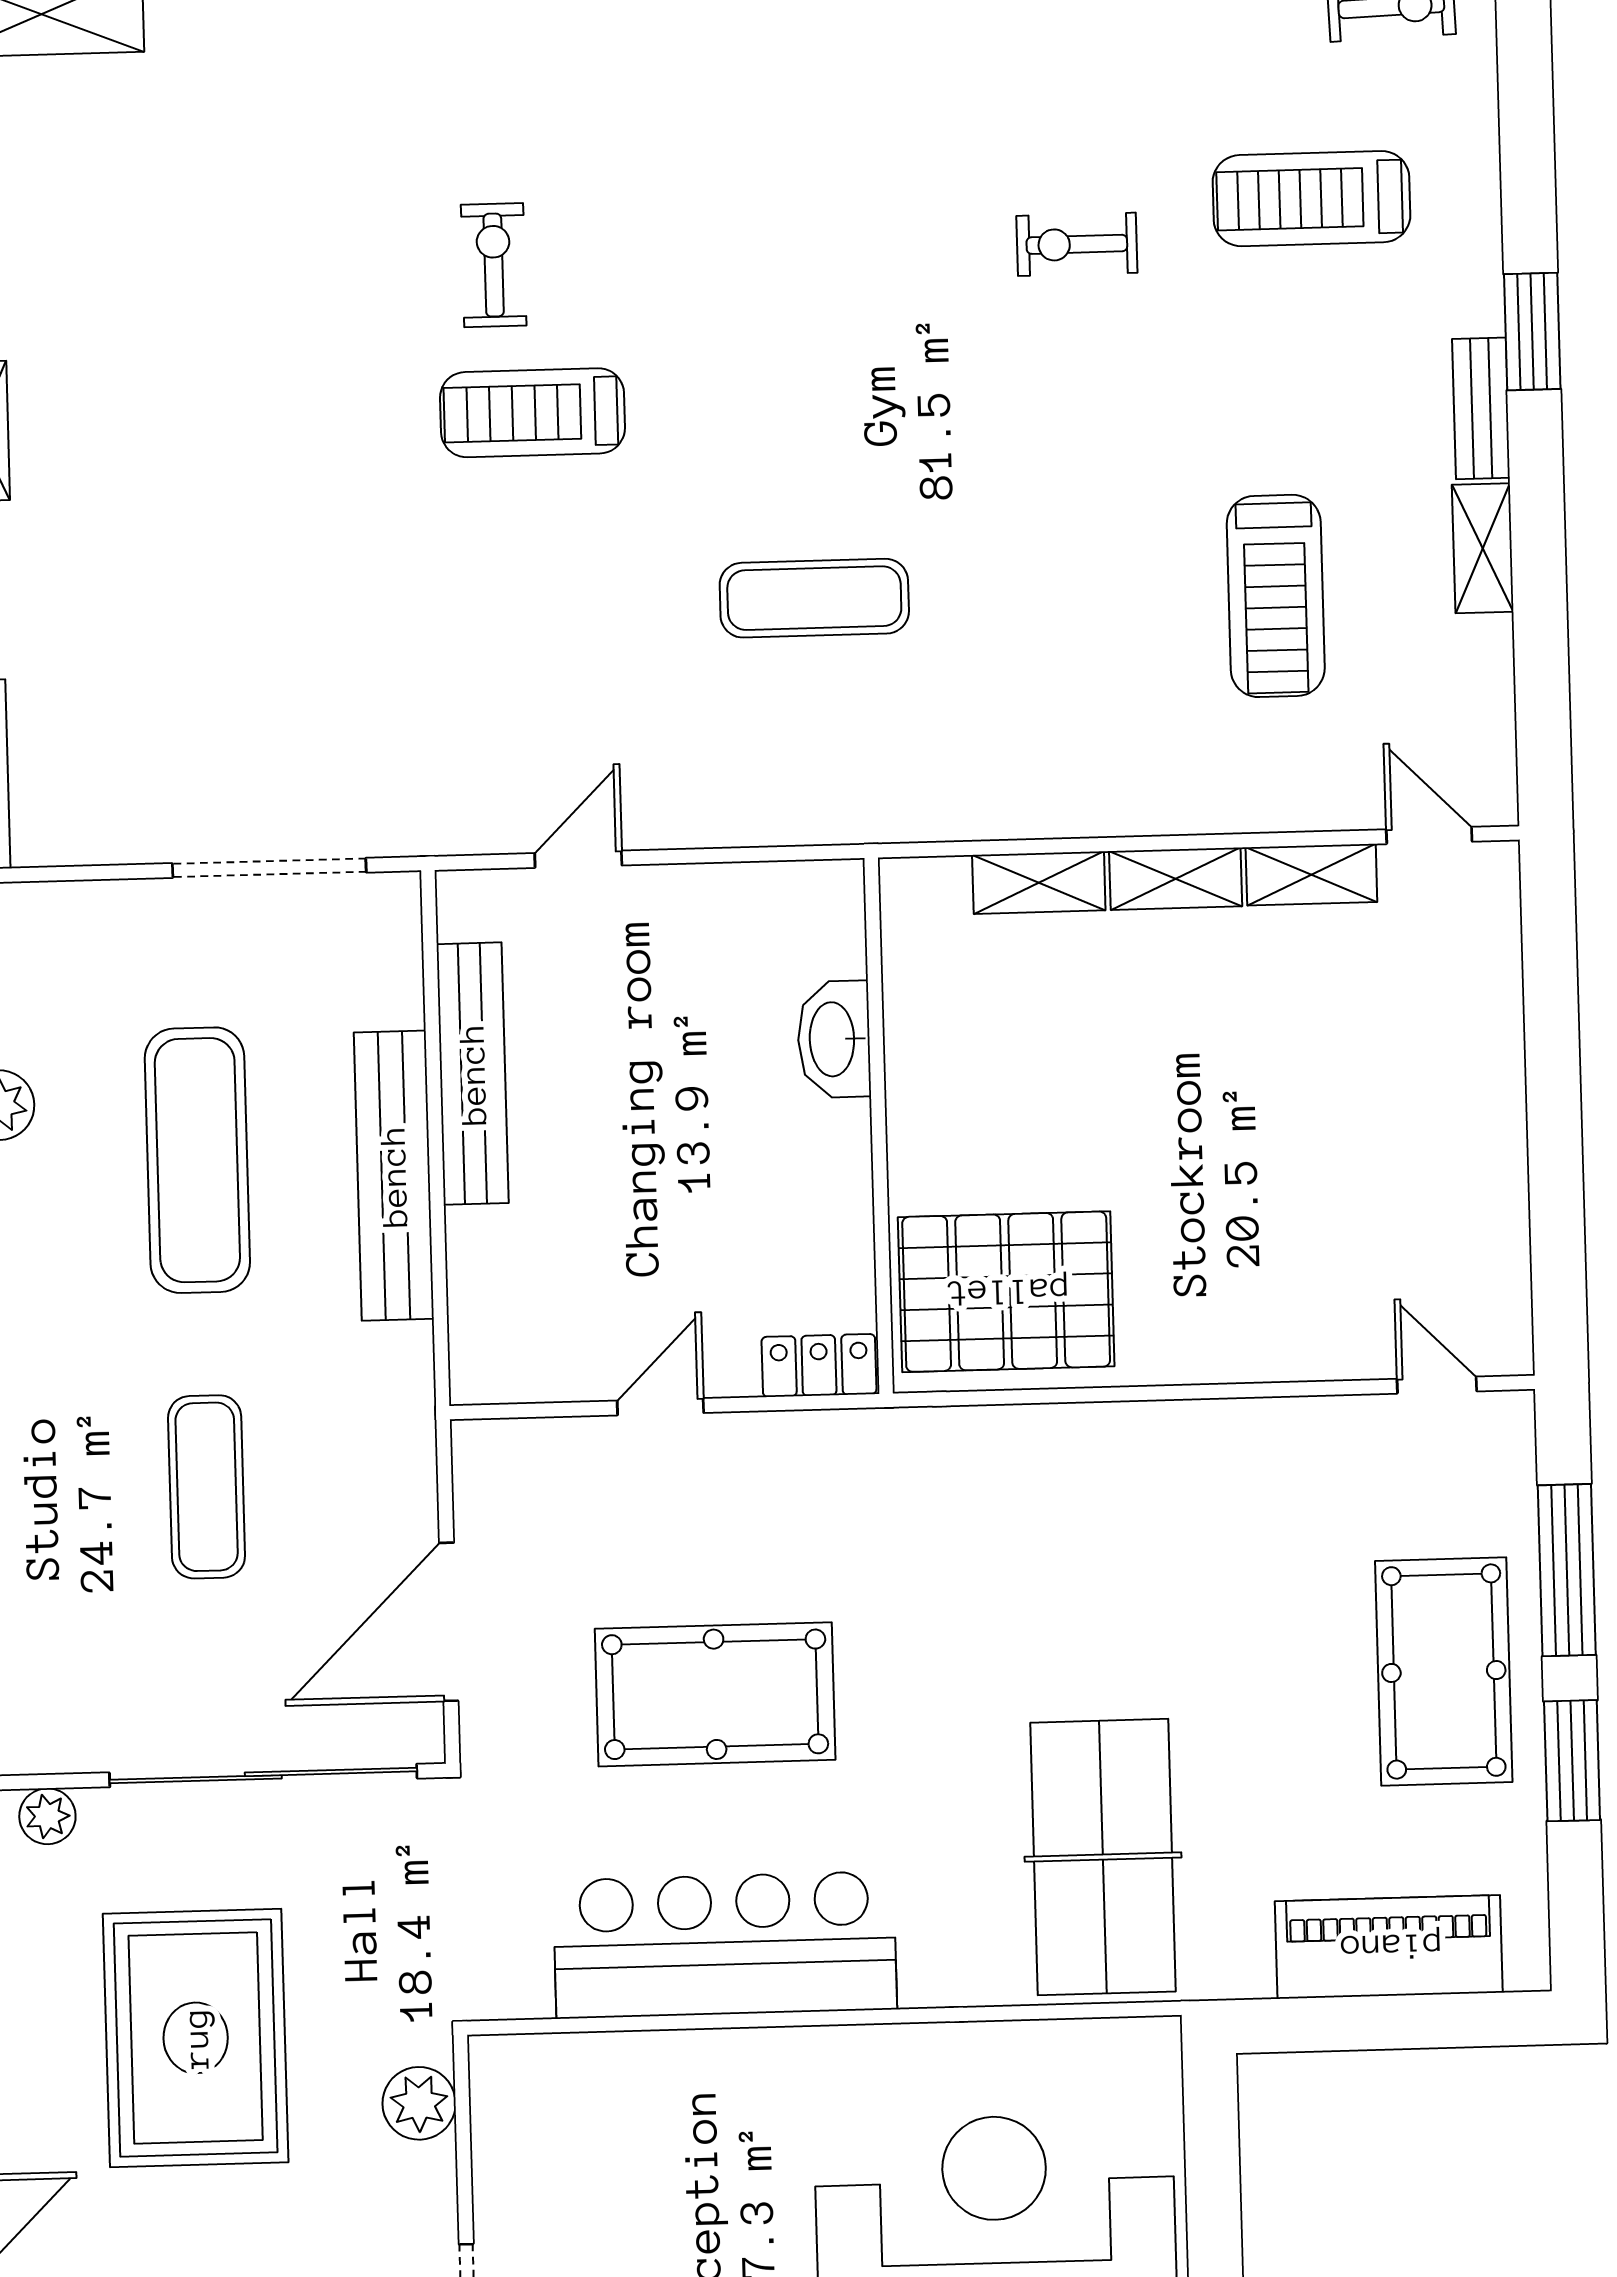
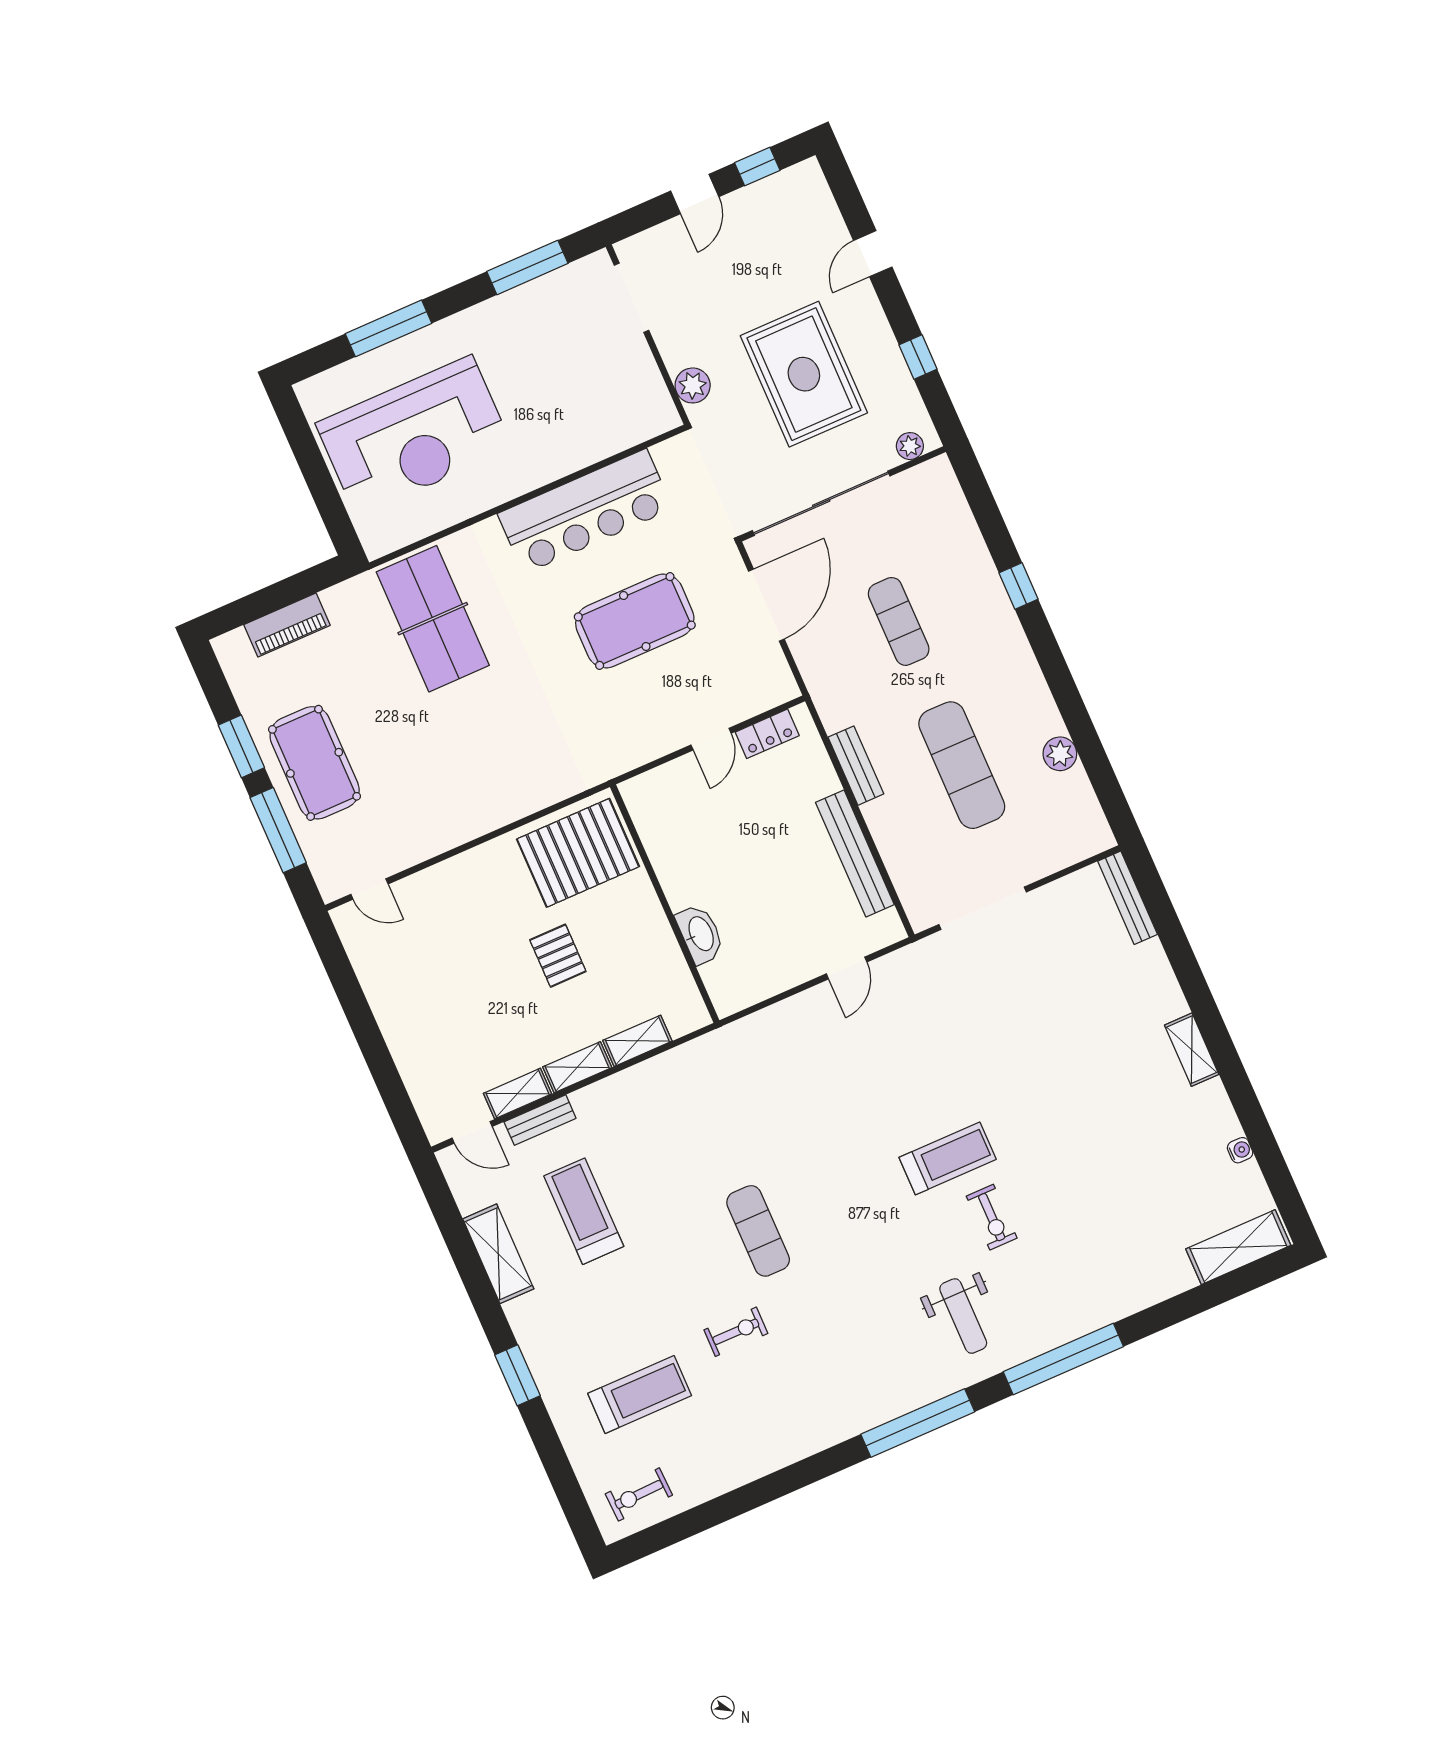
weight bench: (626, 97) -> (963, 1316), added
bench: (1481, 408) -> (540, 1120), moved, turned 90
shelving: (1483, 548) -> (498, 1254), width x1.50, depth x1.33
exercise mat: (814, 598) -> (758, 1231), moved, turned 90
pallet: (1125, 1109) -> (558, 956), added
bench: (394, 1176) -> (856, 766), width x0.54, depth x0.82
locker: (819, 1365) -> (767, 734), moved
piano: (1389, 1947) -> (287, 625), width x0.73, depth x0.75

